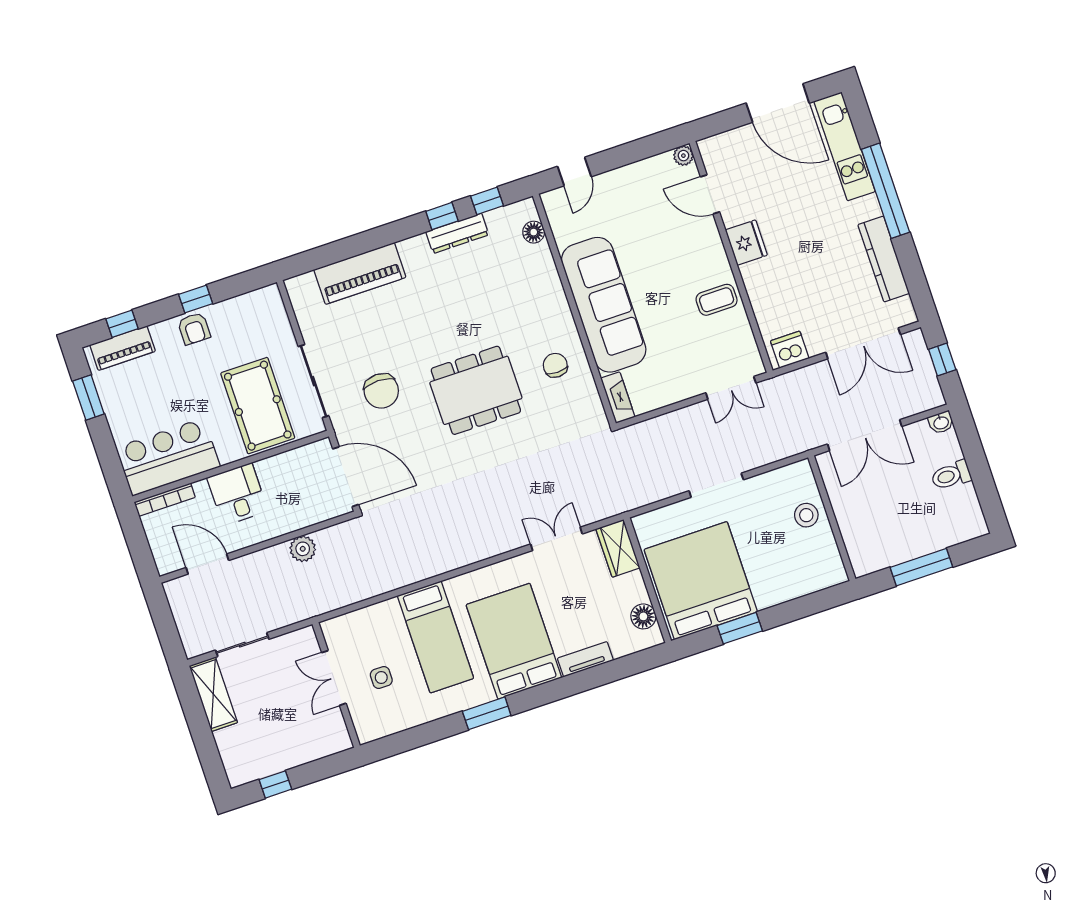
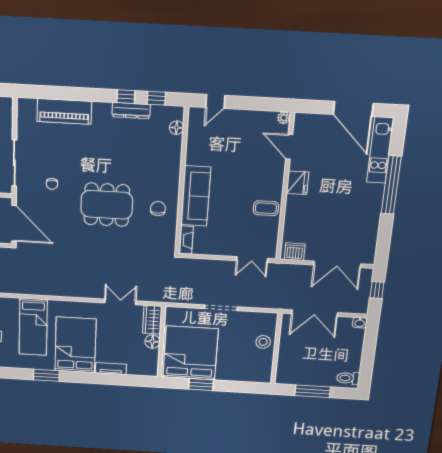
kitchen counter: (884, 259) -> (371, 223), removed
sofa: (604, 305) -> (196, 196), width x0.74, depth x0.79
chair: (381, 391) -> (52, 184), width x0.54, depth x0.54
toilet: (951, 475) -> (348, 378), moved
floor lamp: (643, 616) -> (152, 342), moved

